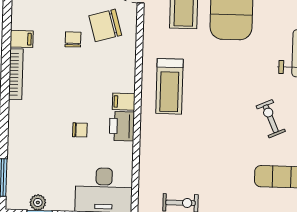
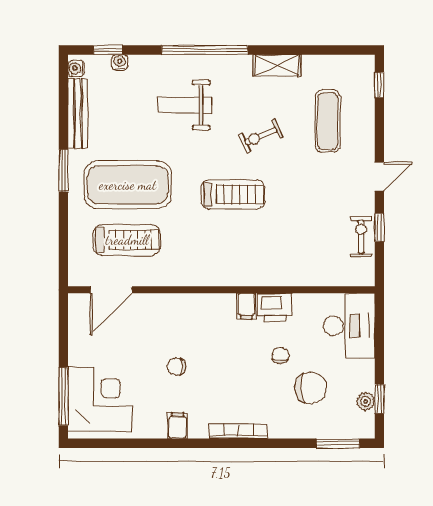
chair: (105, 25) -> (311, 388), moved, turned -78
bookcase: (16, 74) -> (238, 431), moved
treadmill: (169, 86) -> (233, 194), moved

